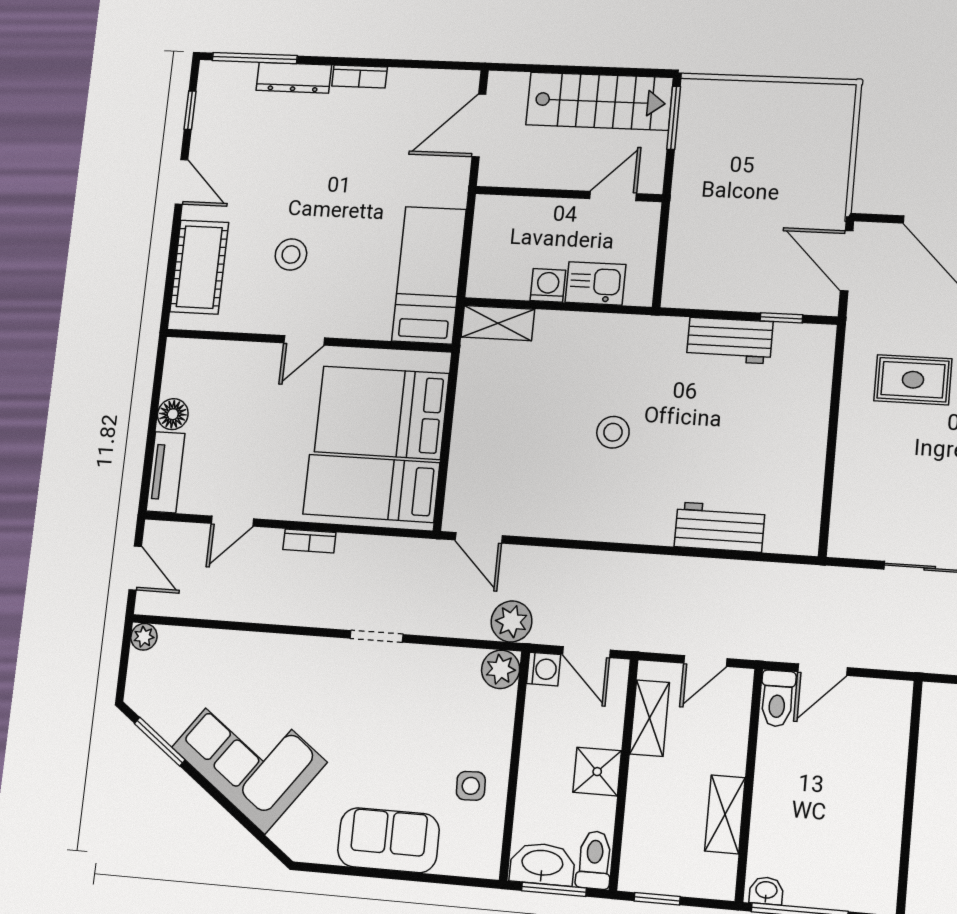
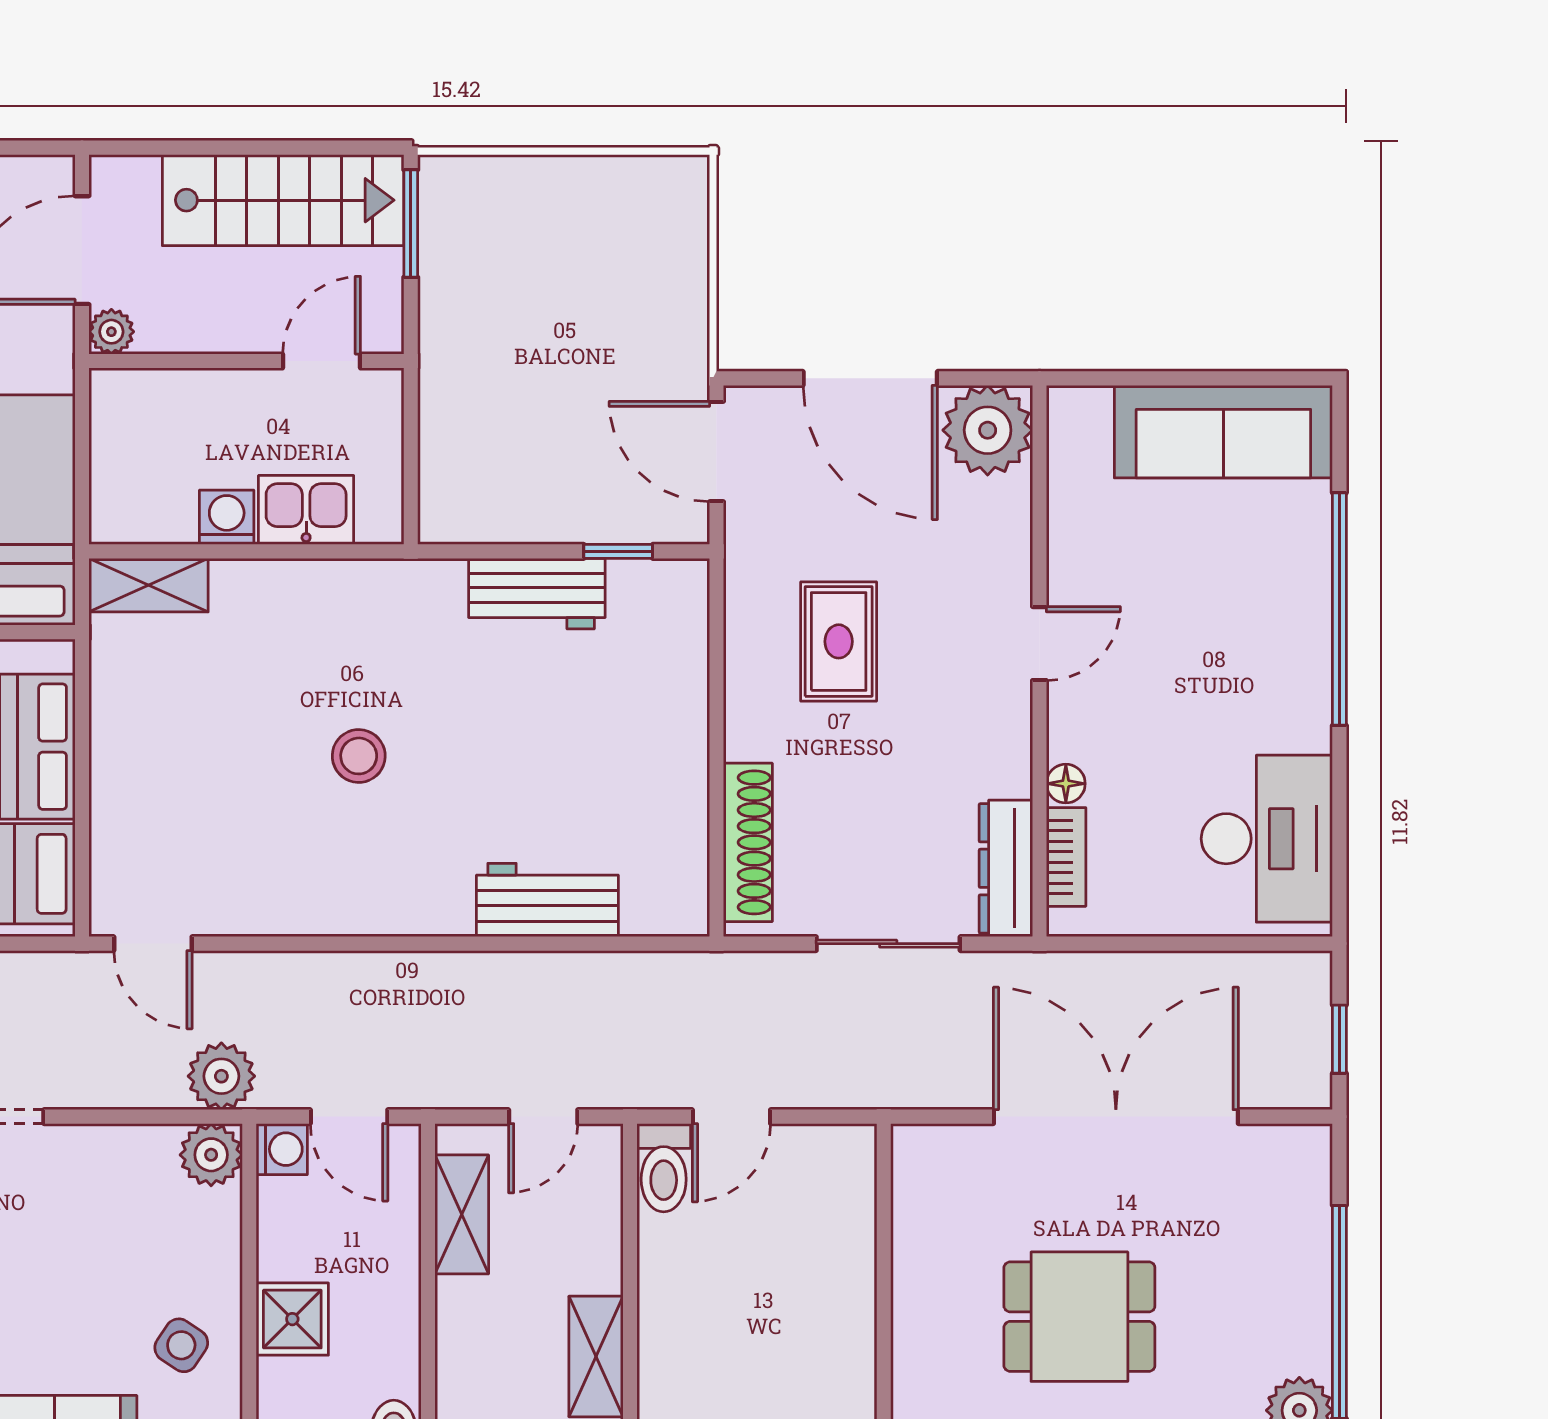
plant: (491, 173) -> (111, 332), added
rug: (913, 380) -> (839, 641), turned 90
shoe rack: (847, 500) -> (748, 842), added
shower: (597, 772) -> (292, 1319), moved
side table: (471, 786) -> (181, 1345), turned 36

